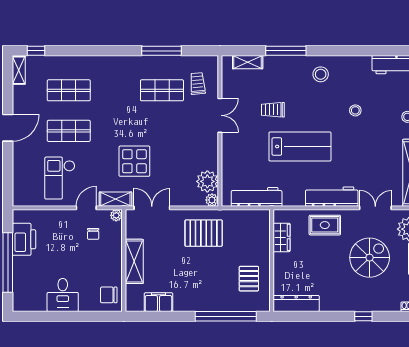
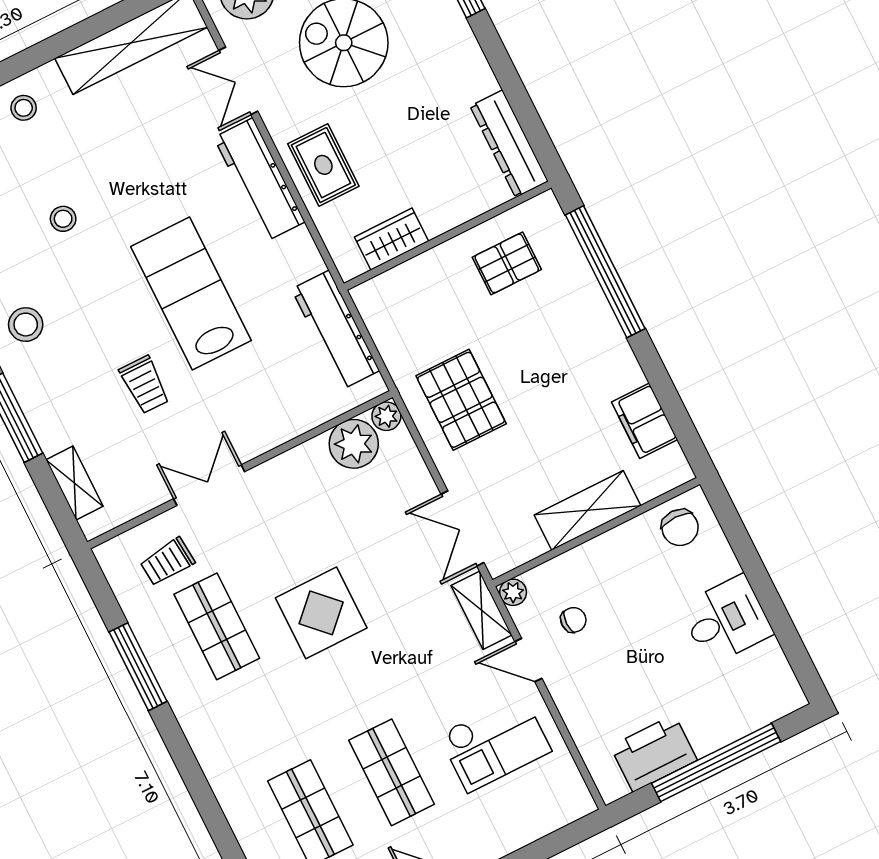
display table: (134, 161) -> (321, 613), moved

